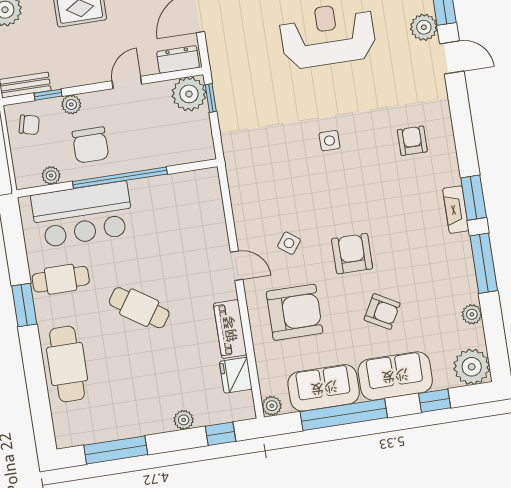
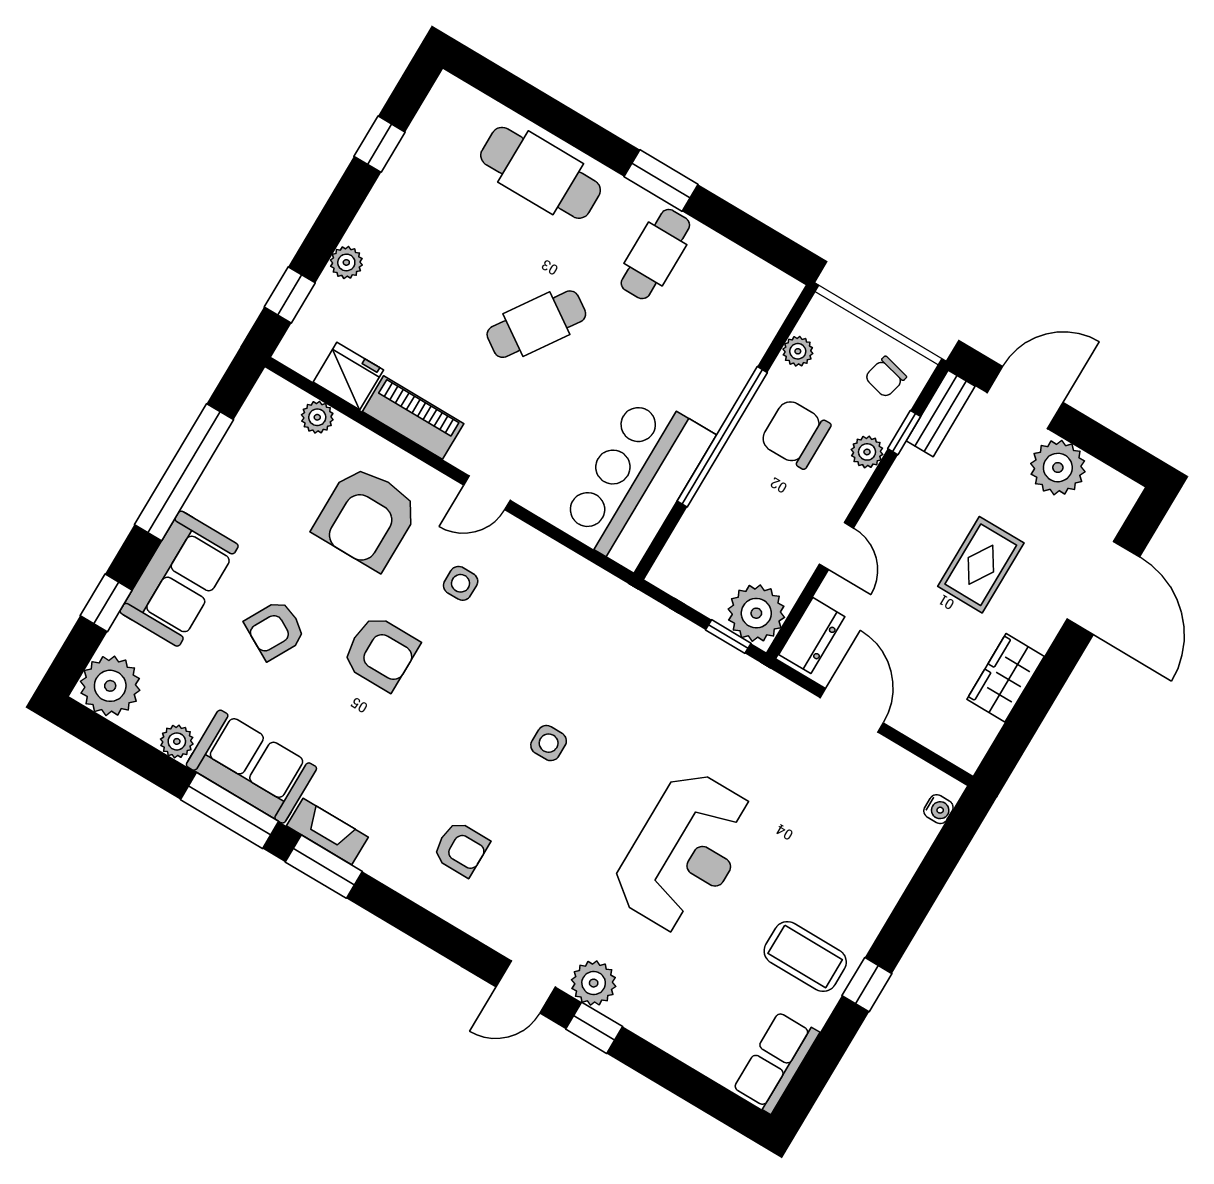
bar counter: (82, 215) -> (637, 481), moved
side table: (289, 243) -> (461, 583), turned -37
sofa: (324, 388) -> (251, 767), moved, turned -90
plant: (272, 406) -> (317, 417), moved
window: (116, 450) -> (380, 144), width x0.46

